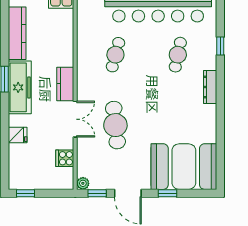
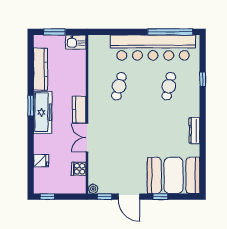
dresser: (210, 87) -> (194, 131), moved
double door: (75, 119) -> (87, 138), swing flipped
cafe table: (115, 125) -> (119, 142), removed
fridge: (18, 135) -> (41, 161), moved

